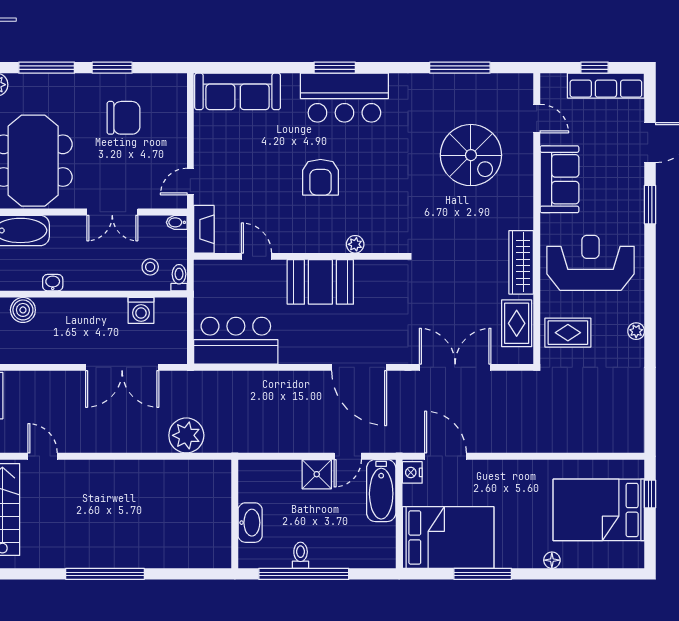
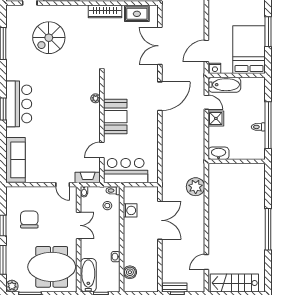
spiral stairs: (471, 155) -> (49, 38), turned 180
armchair: (321, 177) -> (60, 116), removed
bar counter: (236, 341) -> (126, 171), moved, turned 90
washbasin: (250, 523) -> (219, 153), moved

